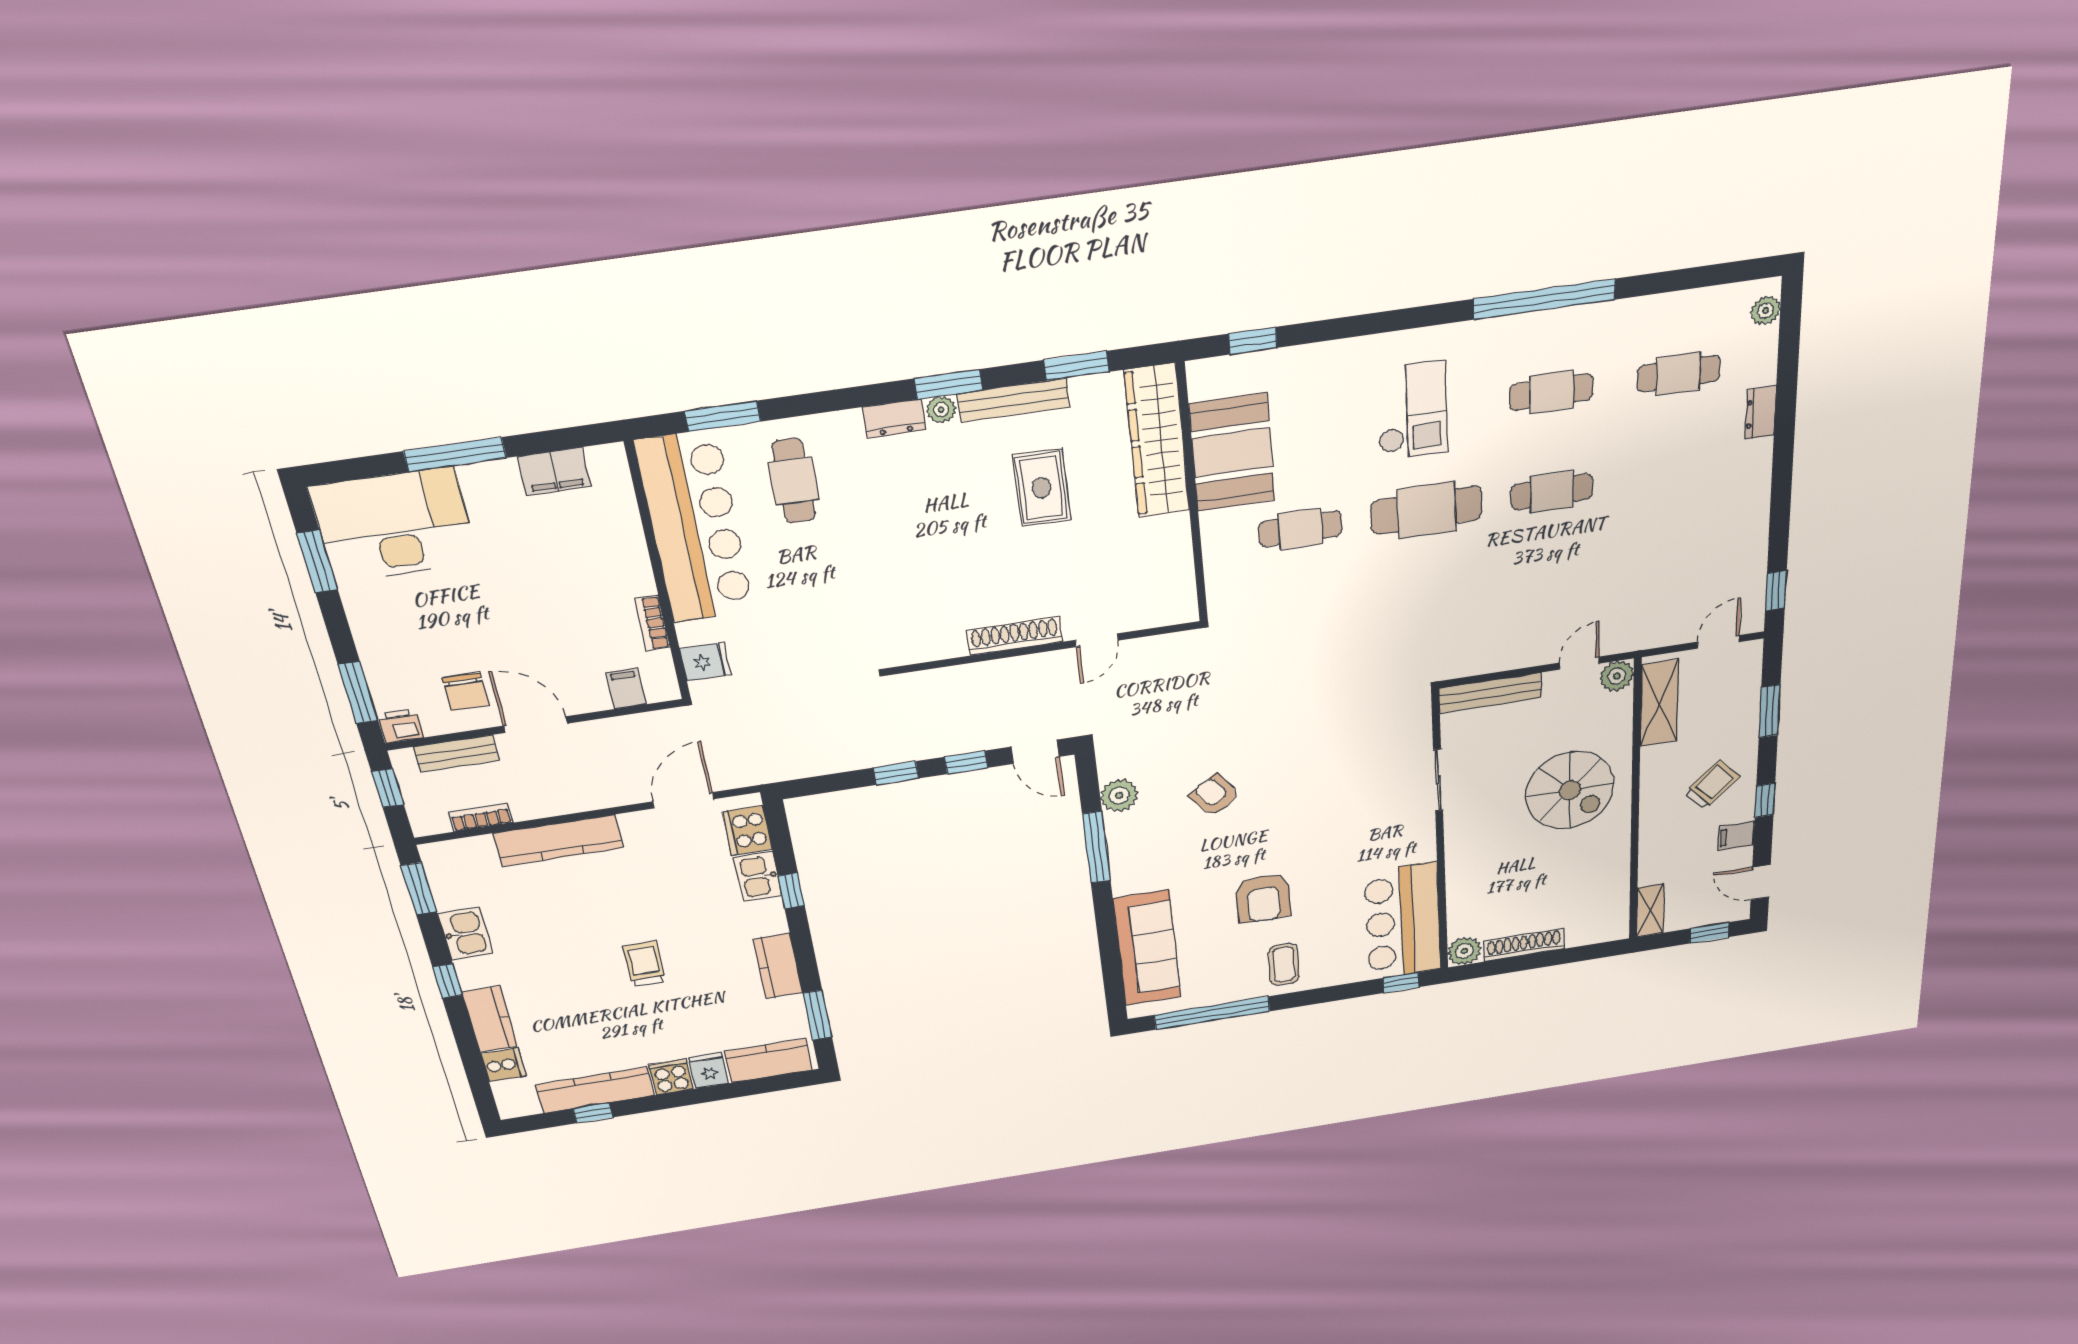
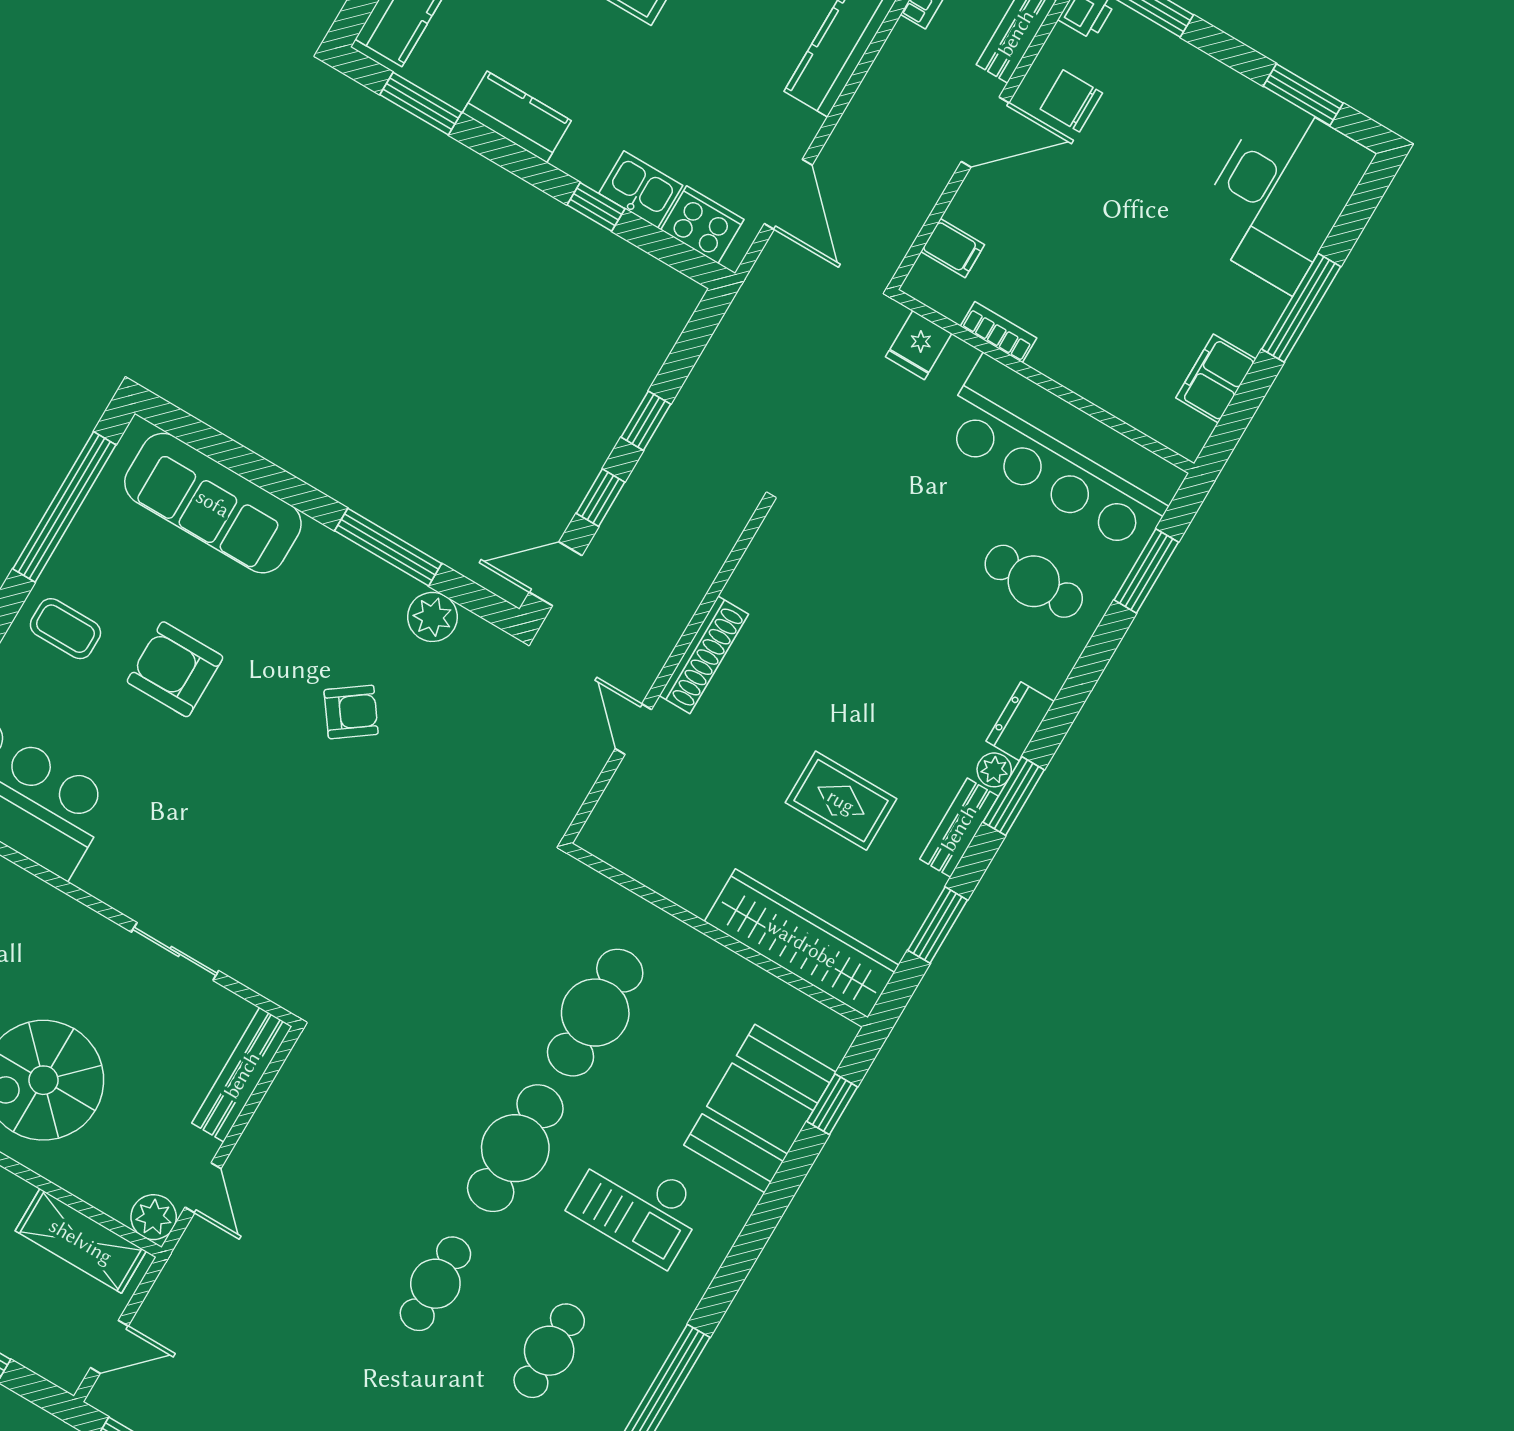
bench: (1014, 400) -> (959, 828), width x0.73
booth: (1232, 452) -> (760, 1109), moved, turned 90
cafe table: (1300, 529) -> (595, 1013), width x1.37, depth x1.35
door: (1718, 642) -> (109, 1347), hinge flipped

